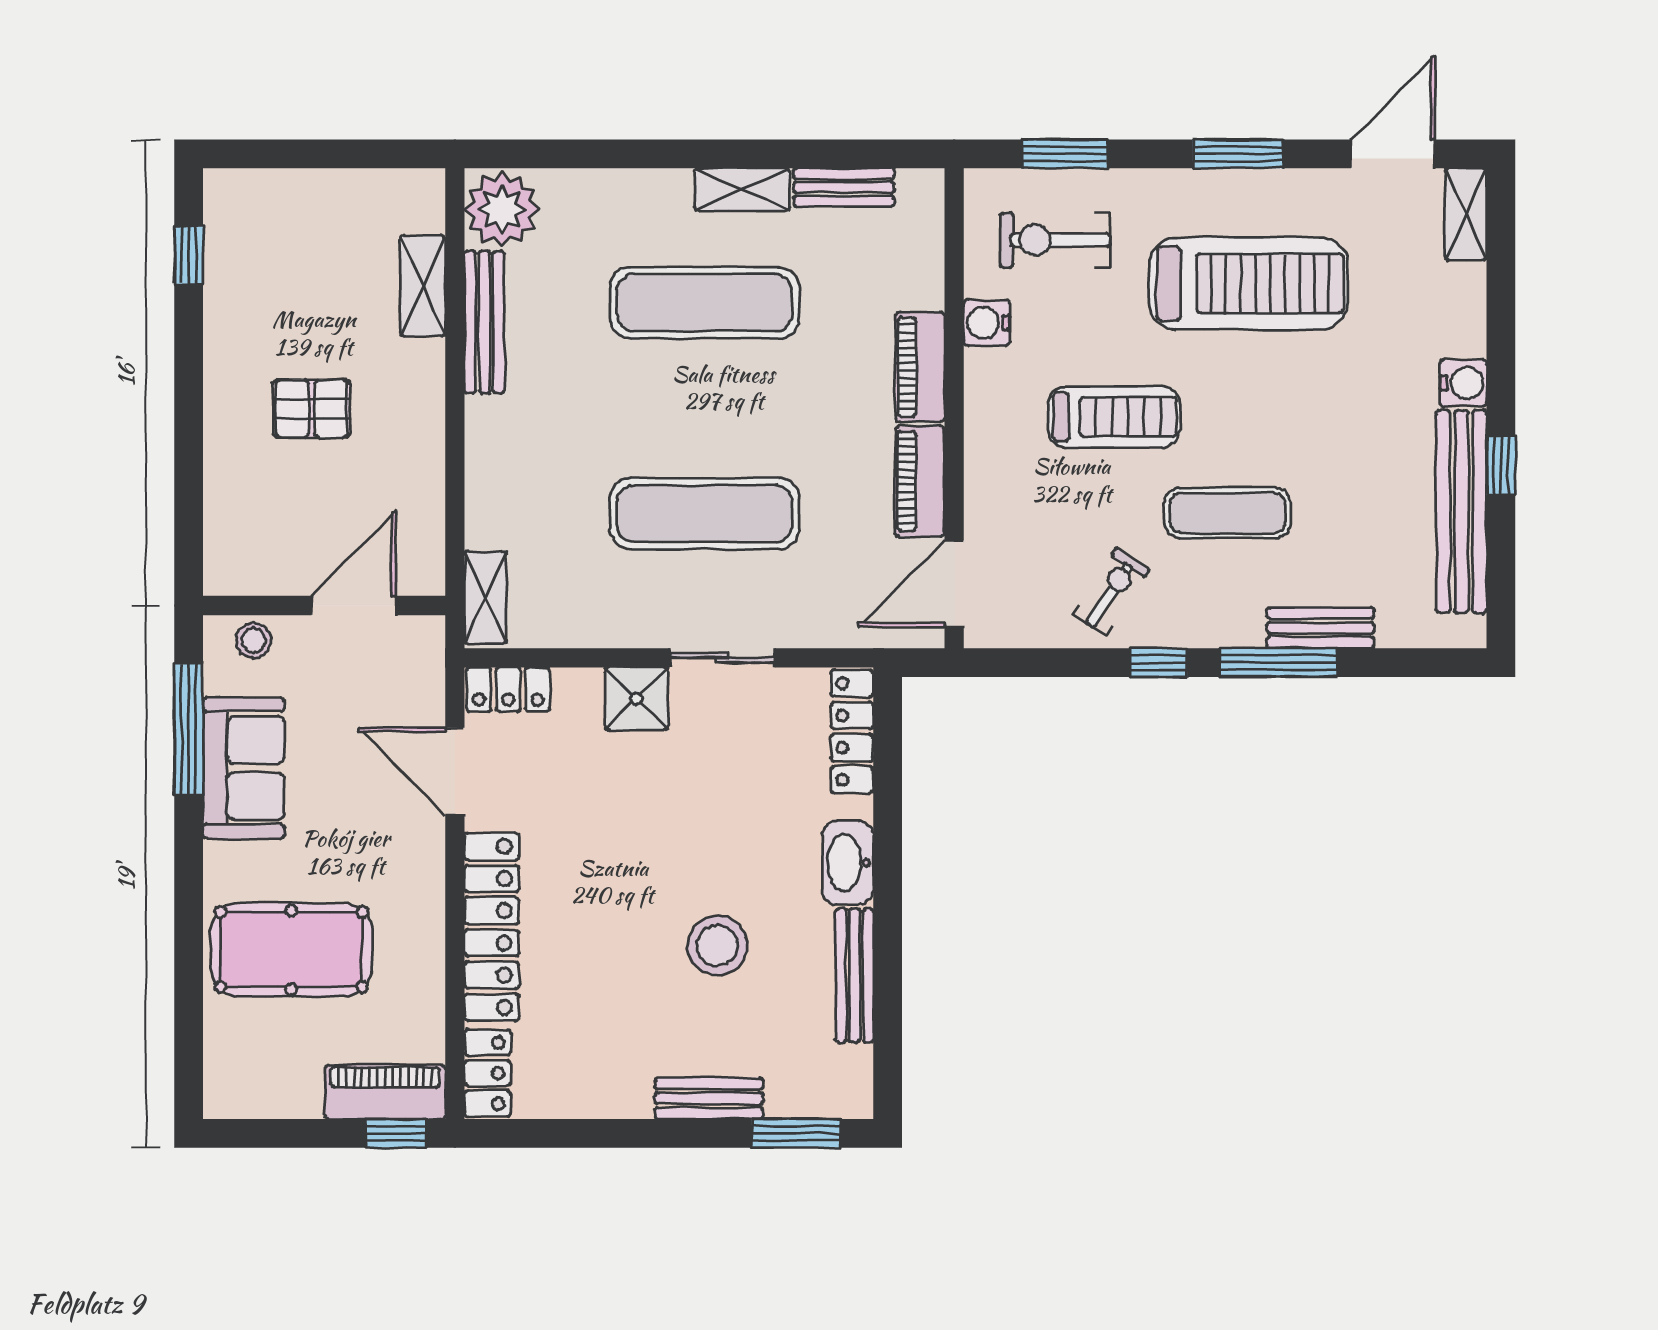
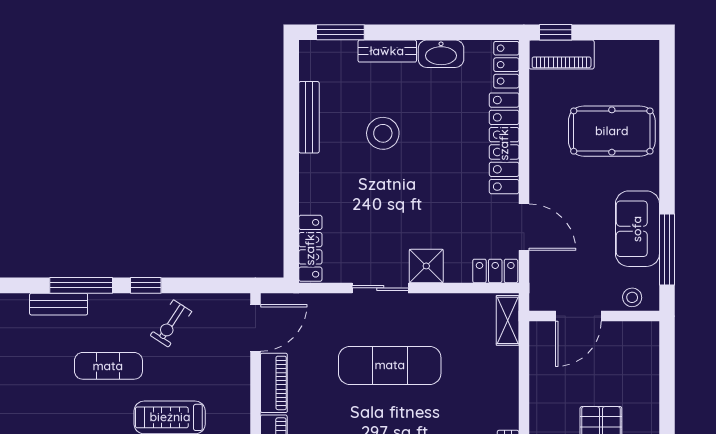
washbasin: (848, 863) -> (441, 54), moved, turned 90

